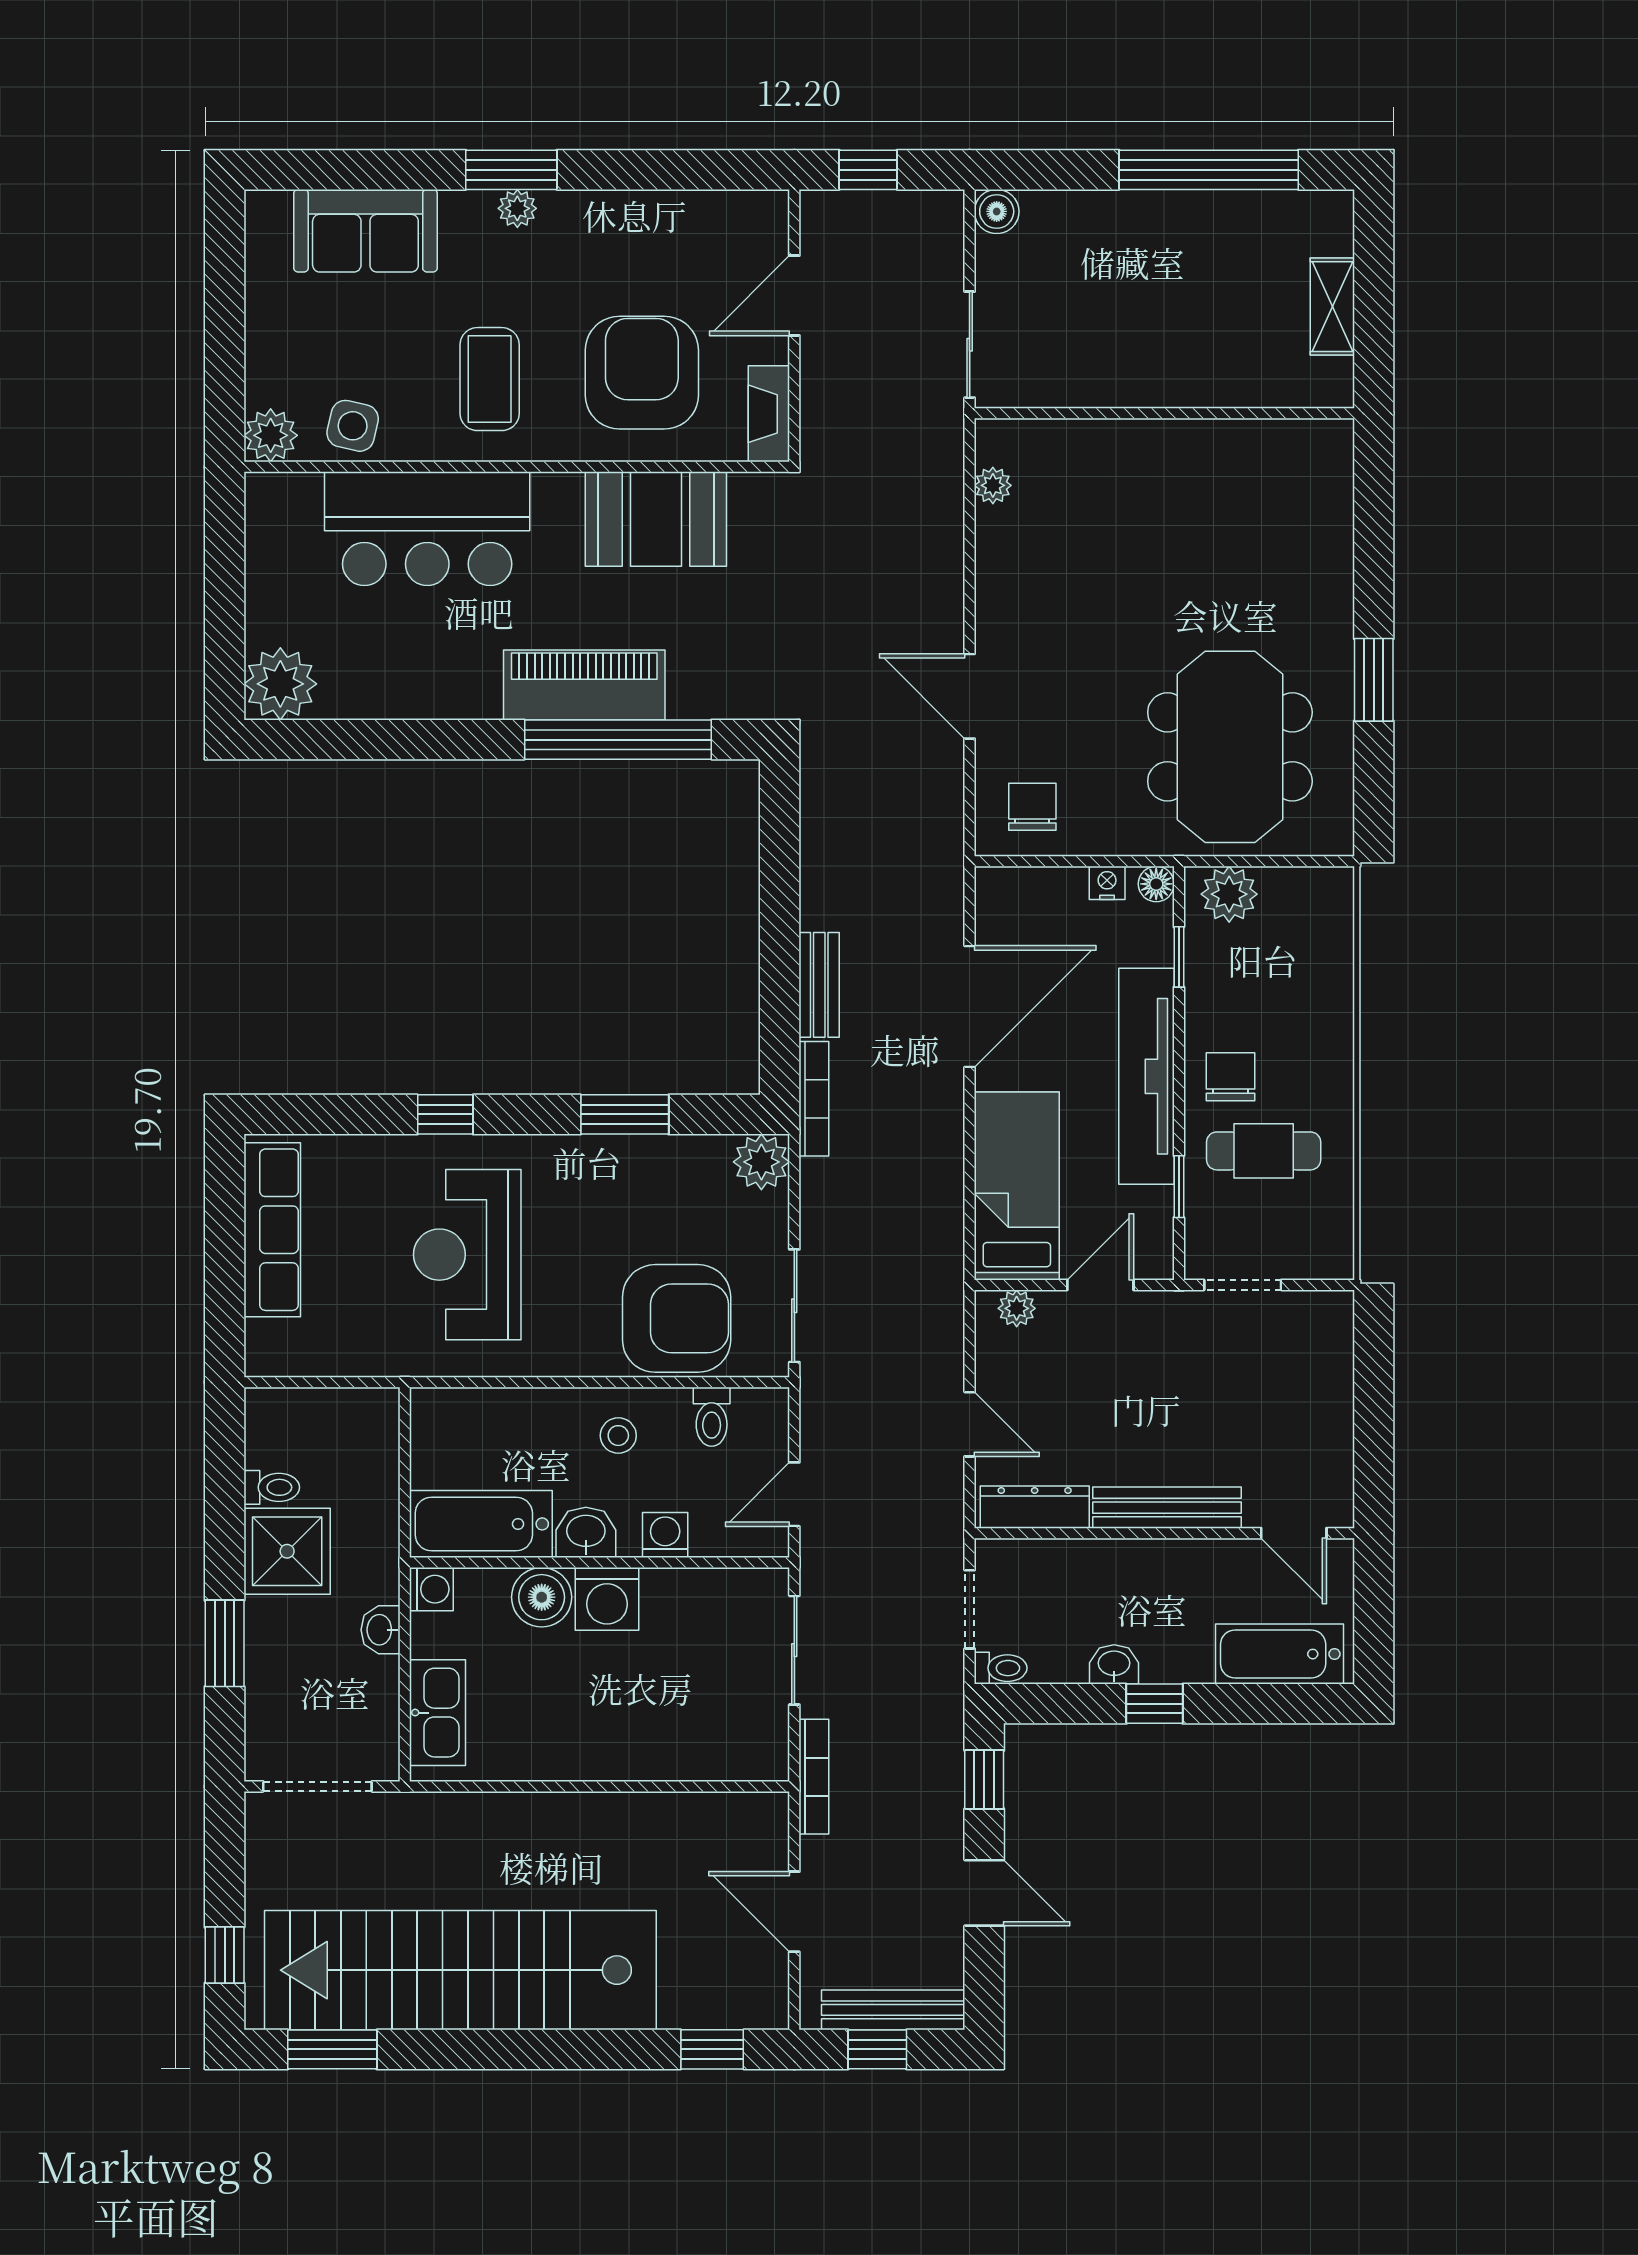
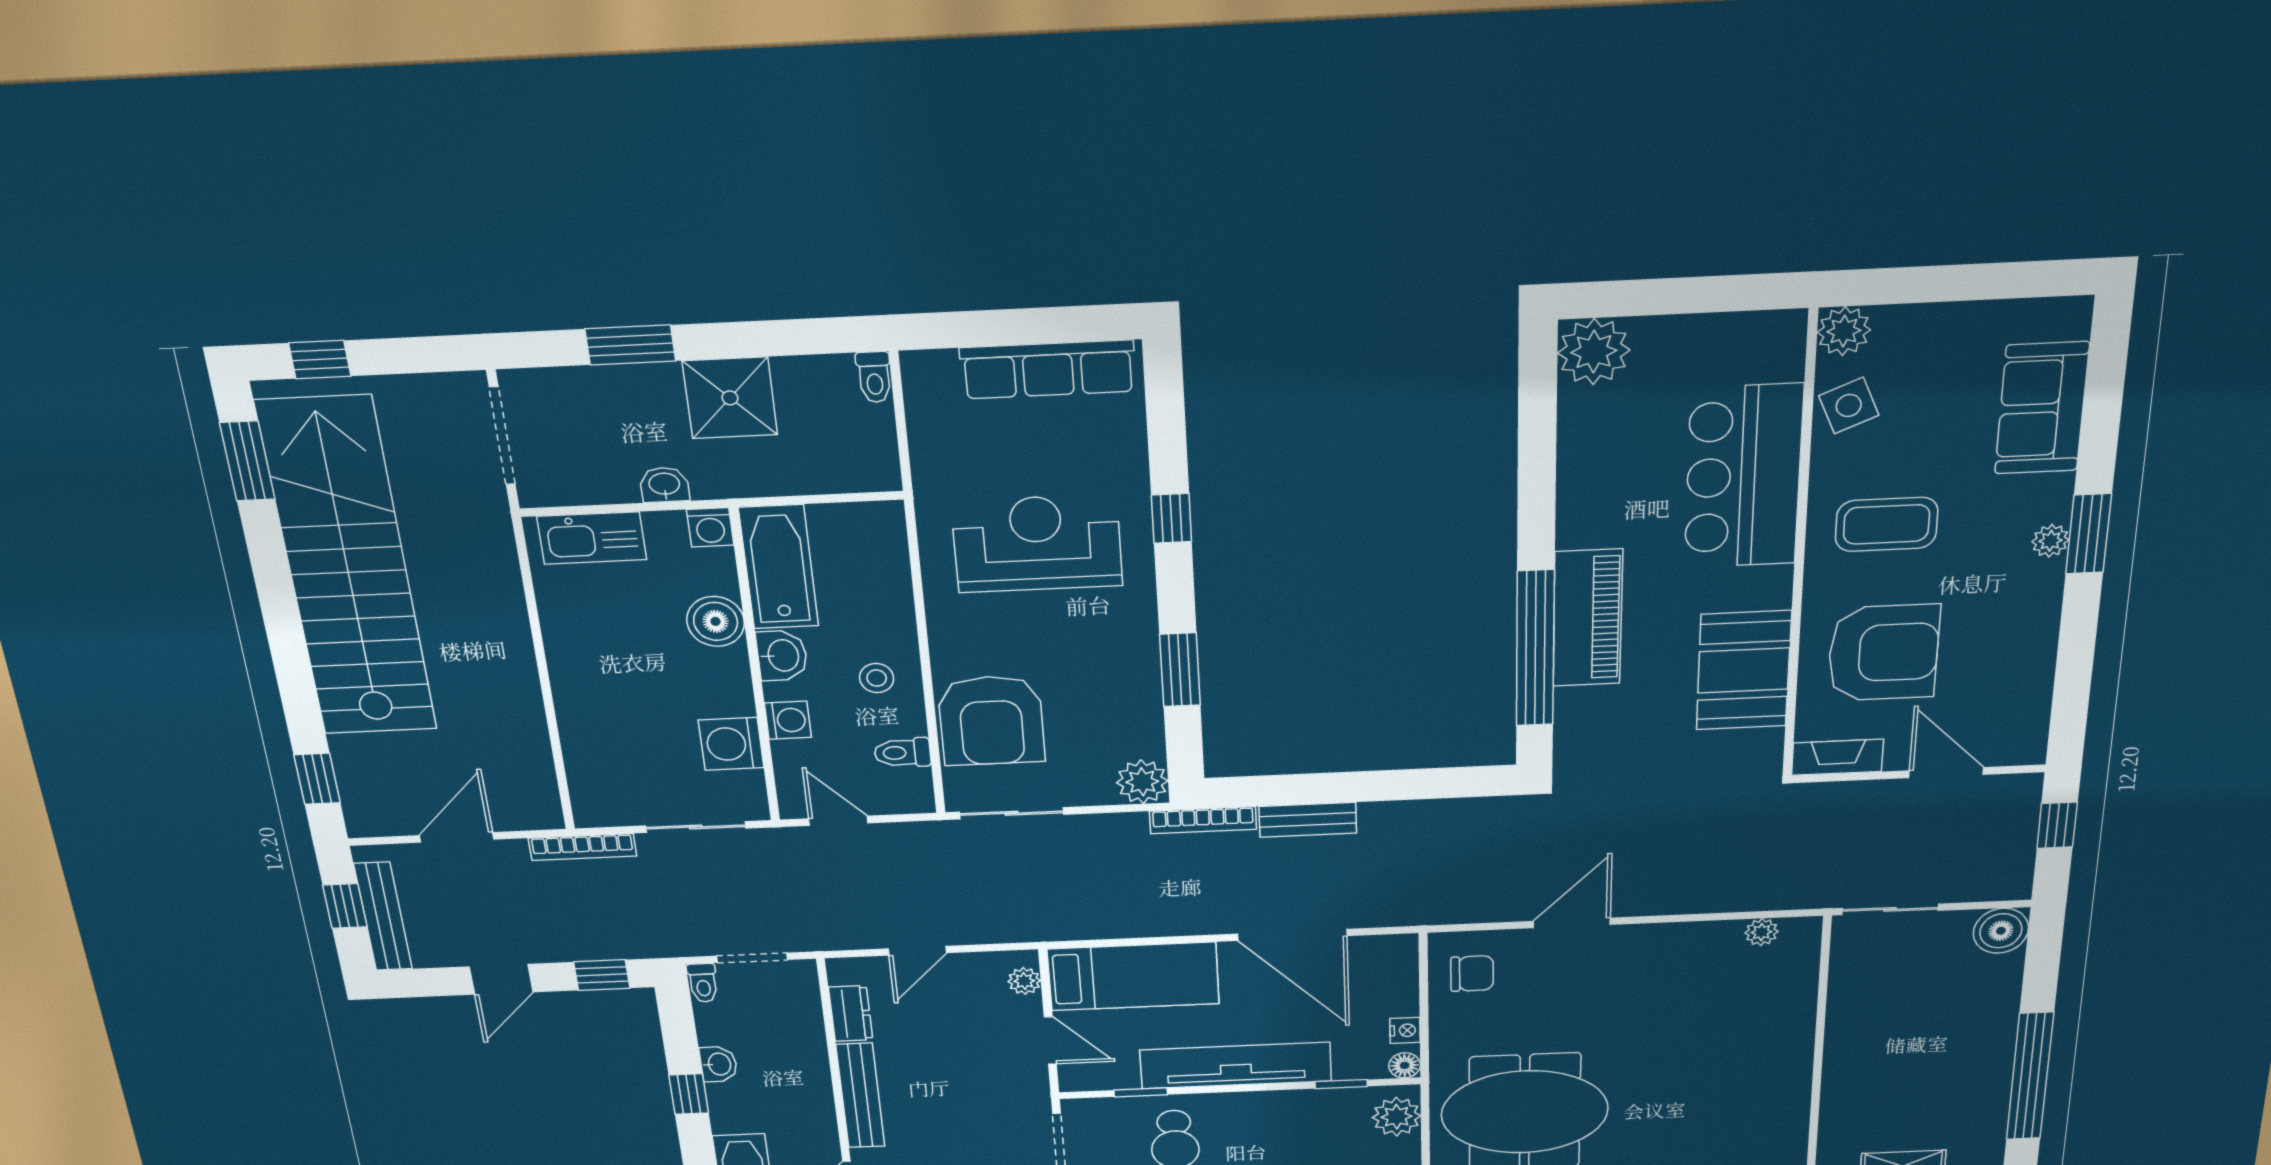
boiler: (997, 211) -> (2001, 931), width x1.36, depth x1.36
side table: (353, 426) -> (1849, 405), turned -36
chair: (1230, 1077) -> (1238, 1124), removed
toilet: (272, 1487) -> (874, 377), moved
dresser: (1035, 1507) -> (851, 1013), width x0.70
washing machine: (607, 1599) -> (731, 744), moved

